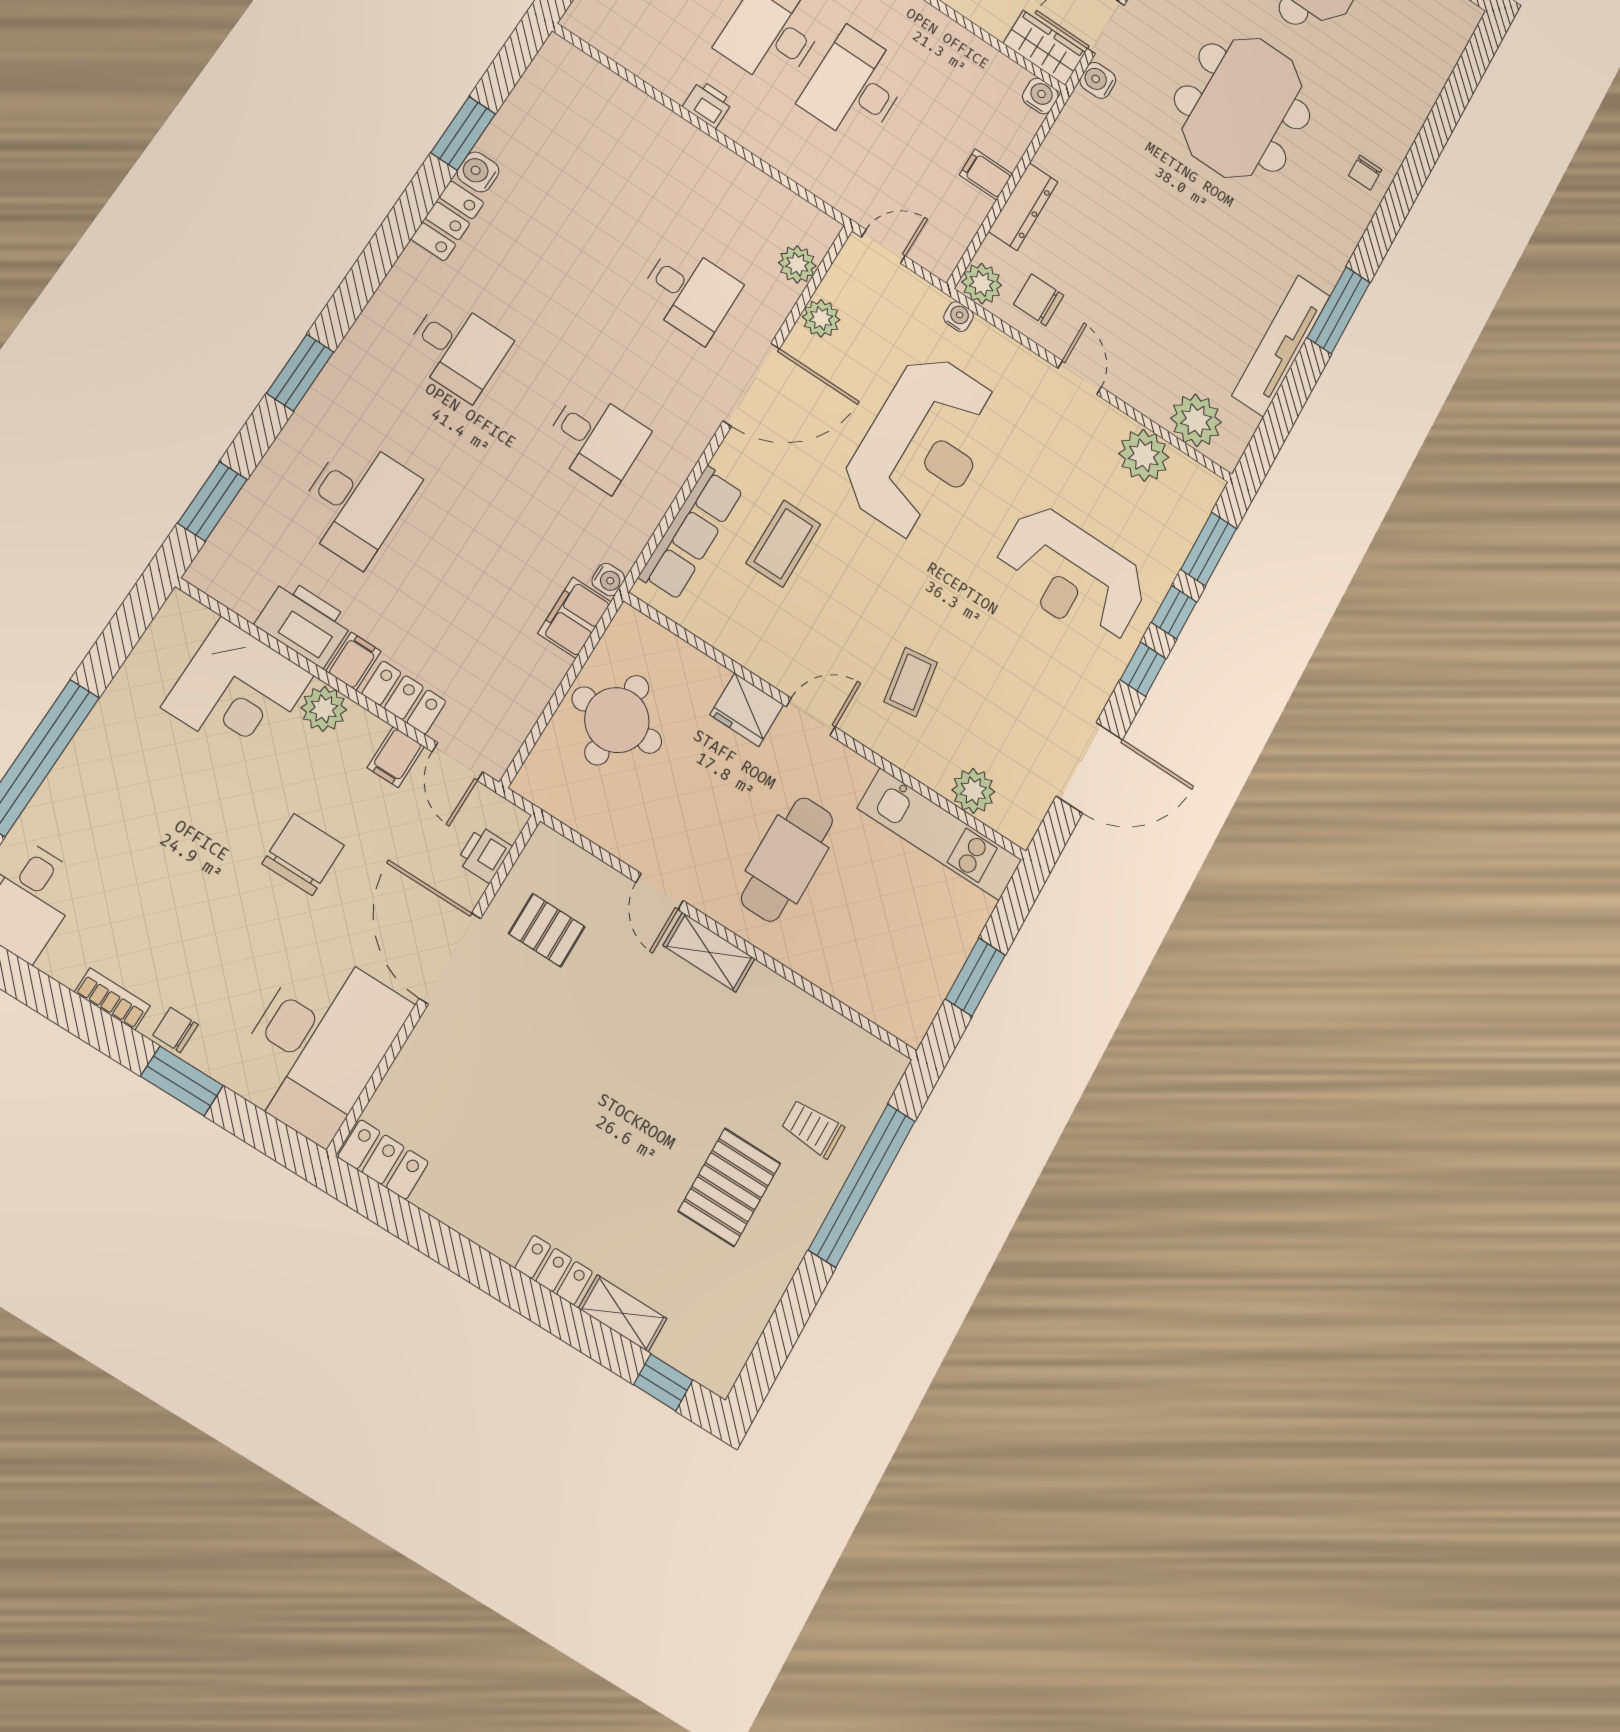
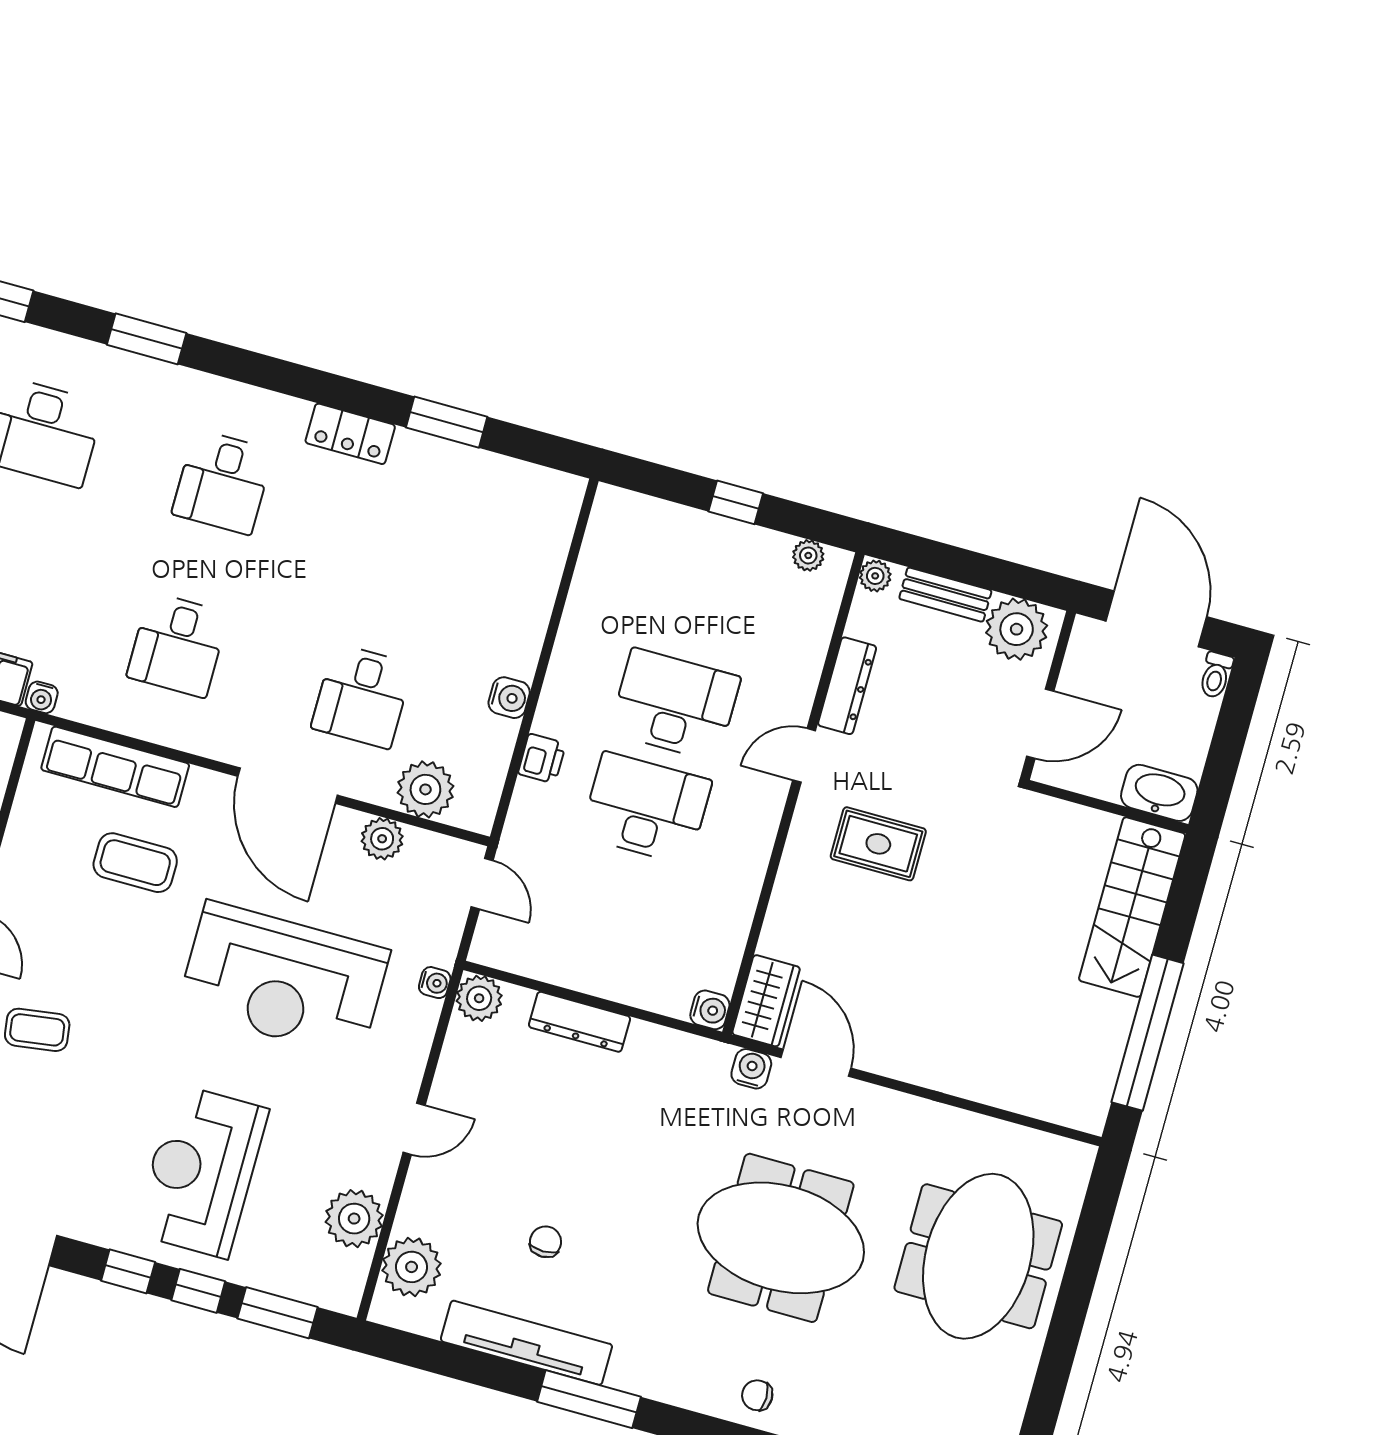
printer: (708, 104) -> (542, 759), moved
water cooler: (478, 172) -> (509, 698), moved, turned 90
filing cabinet: (986, 174) -> (600, 973), removed
plant: (797, 264) -> (425, 789), width x1.36, depth x1.36
chair: (1039, 300) -> (546, 1242), moved, width x0.73, depth x0.73

